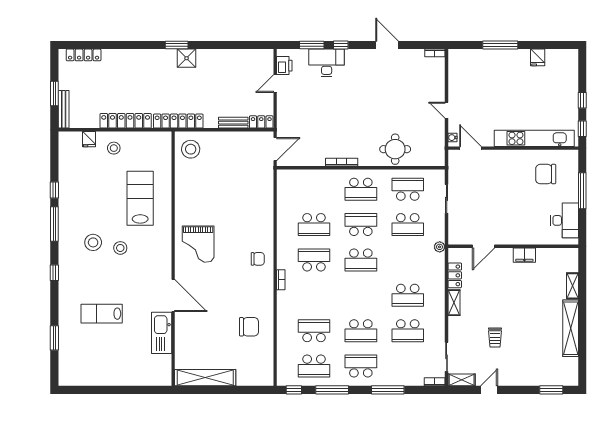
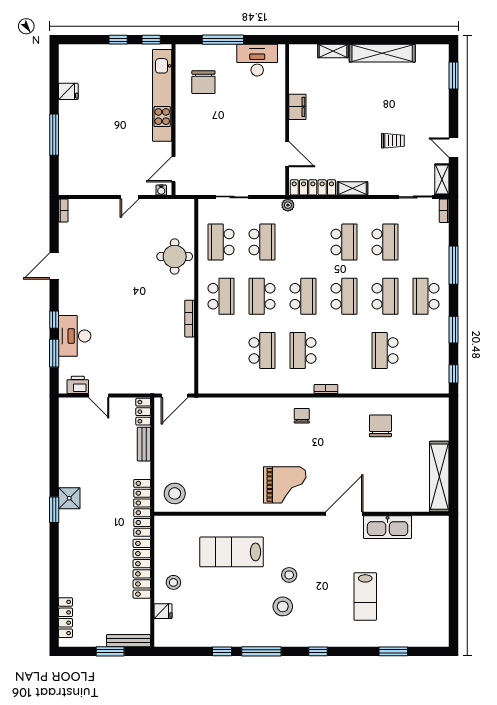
door: (275, 149) -> (175, 396), swing flipped
locker: (455, 275) -> (313, 187), width x1.53
school desk: (314, 366) -> (344, 296), moved
window: (332, 390) -> (454, 330), width x0.69

